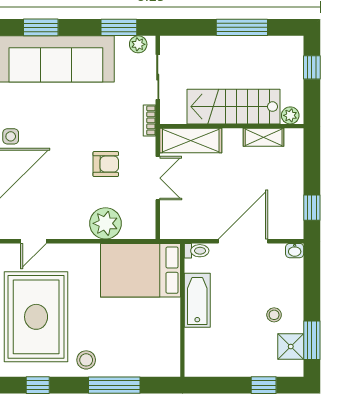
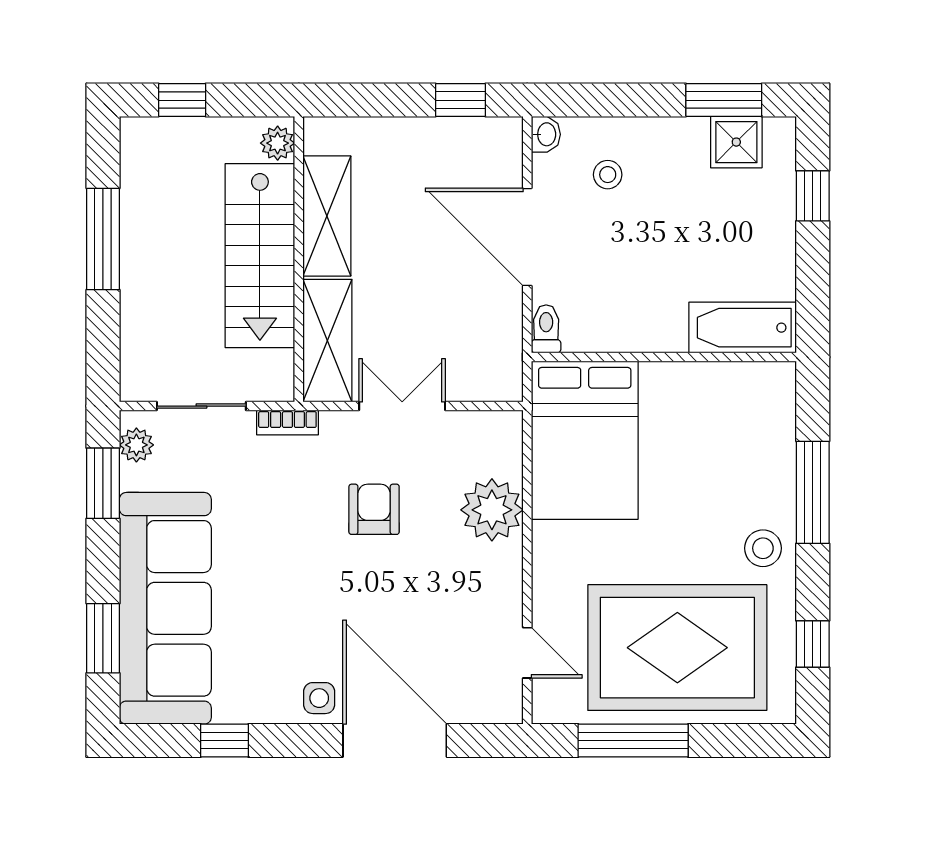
shelving: (264, 137) -> (327, 216), width x1.50, depth x1.33
bathtub: (197, 300) -> (743, 328), moved
stool: (274, 315) -> (608, 175), moved

